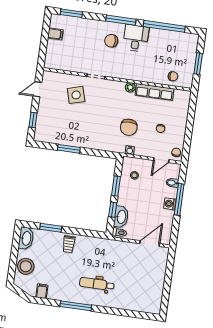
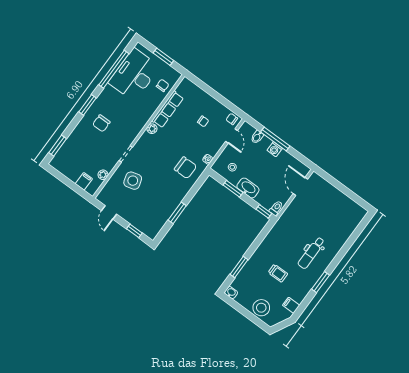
window: (121, 20) -> (88, 105), width x0.69
filing cabinet: (55, 34) -> (84, 181), moved
desk: (136, 38) -> (134, 75), moved, width x1.87, depth x1.30
plant: (67, 66) -> (103, 175), added
chair: (129, 127) -> (185, 168), moved
window: (113, 210) -> (264, 211), moved
washbasin: (121, 217) -> (248, 188), moved
washbasin: (26, 238) -> (231, 293), width x0.52, depth x0.69
trolley: (69, 244) -> (278, 273), moved
window: (76, 306) -> (321, 282), width x0.69

